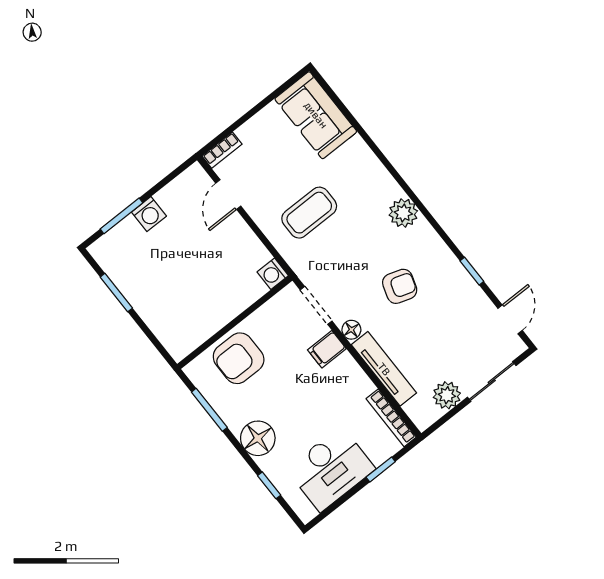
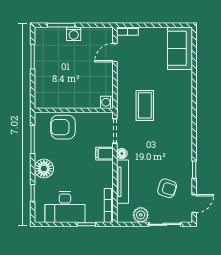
coffee table: (309, 213) -> (145, 105), moved, turned 90
plant: (403, 213) -> (184, 121), removed
armchair: (400, 286) -> (167, 188), moved

